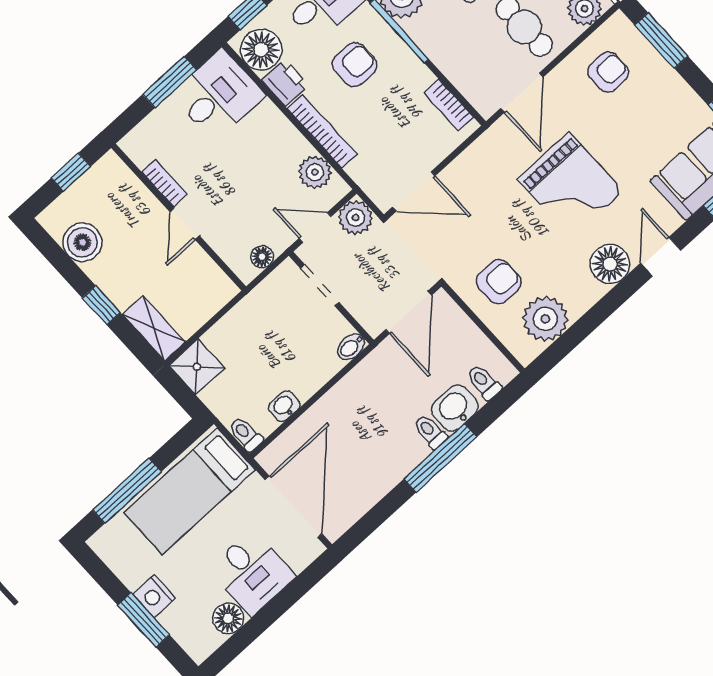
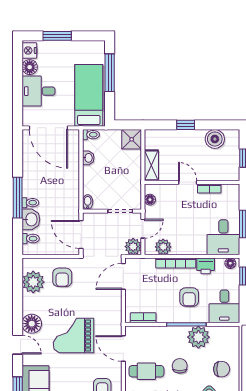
floor lamp: (261, 50) -> (230, 263), width x0.53, depth x0.53
shelving: (154, 328) -> (151, 165), moved, turned 90
nightstand: (154, 596) -> (29, 50), moved, turned -90

